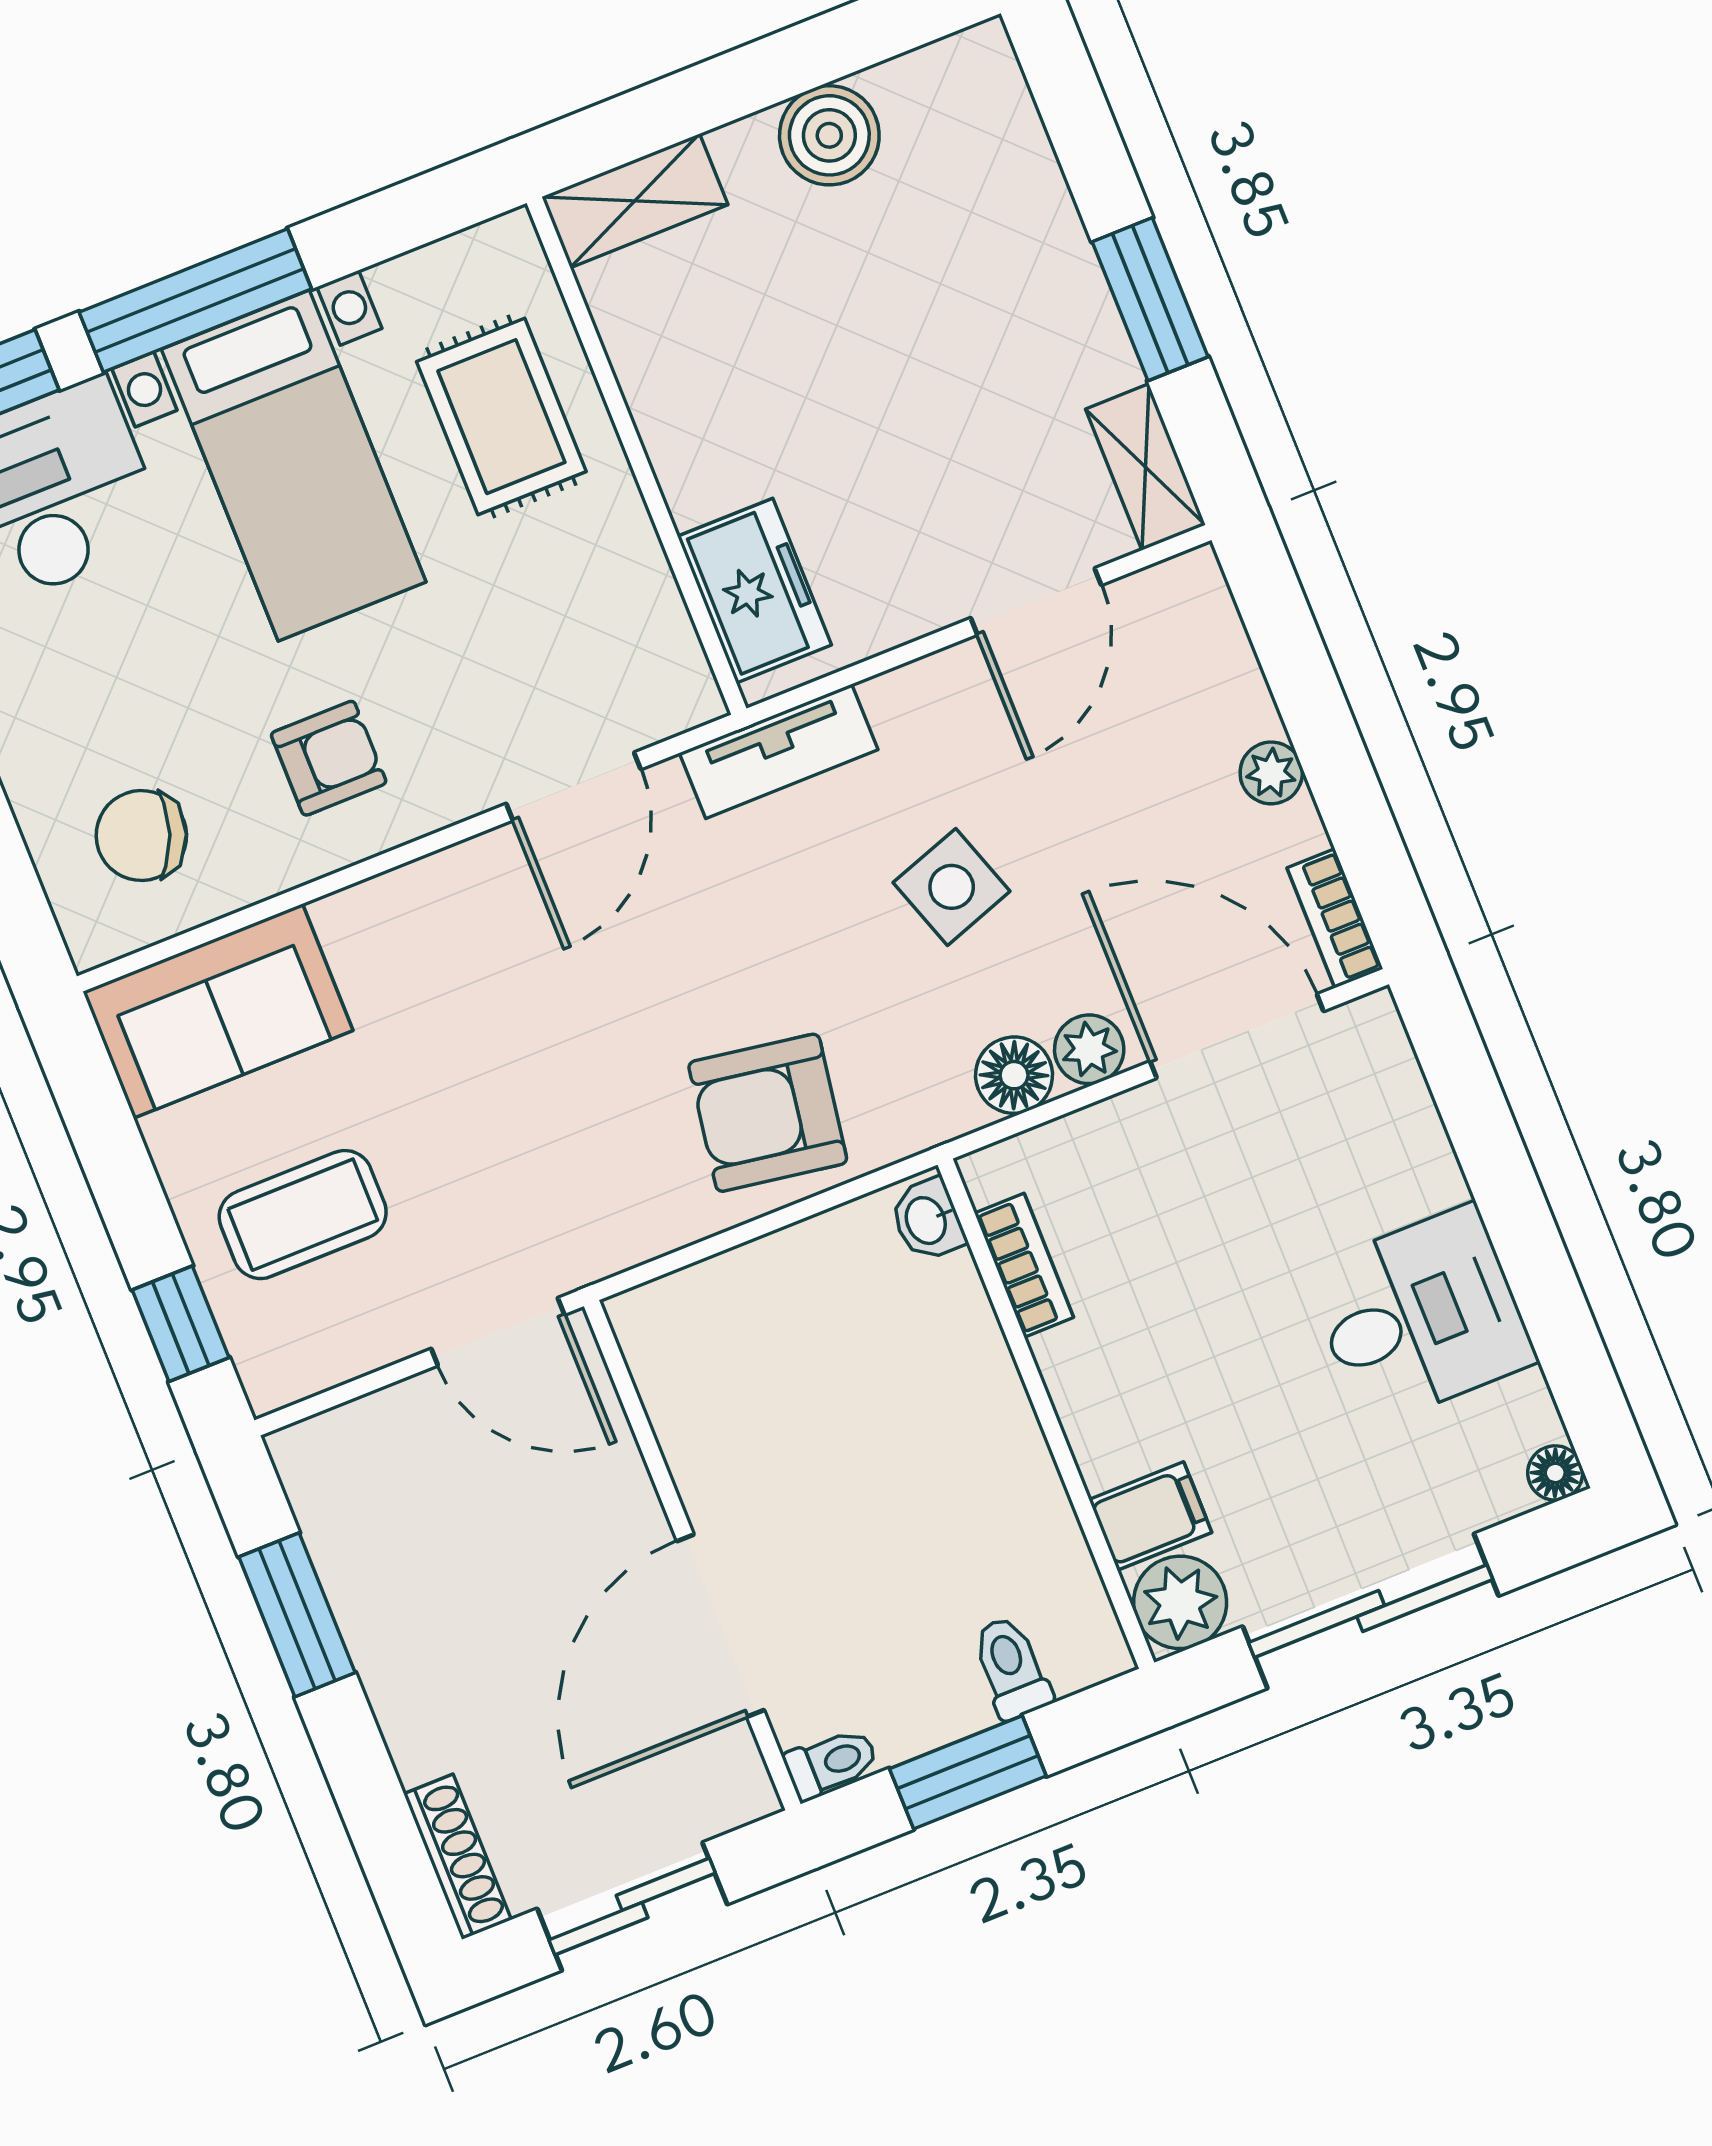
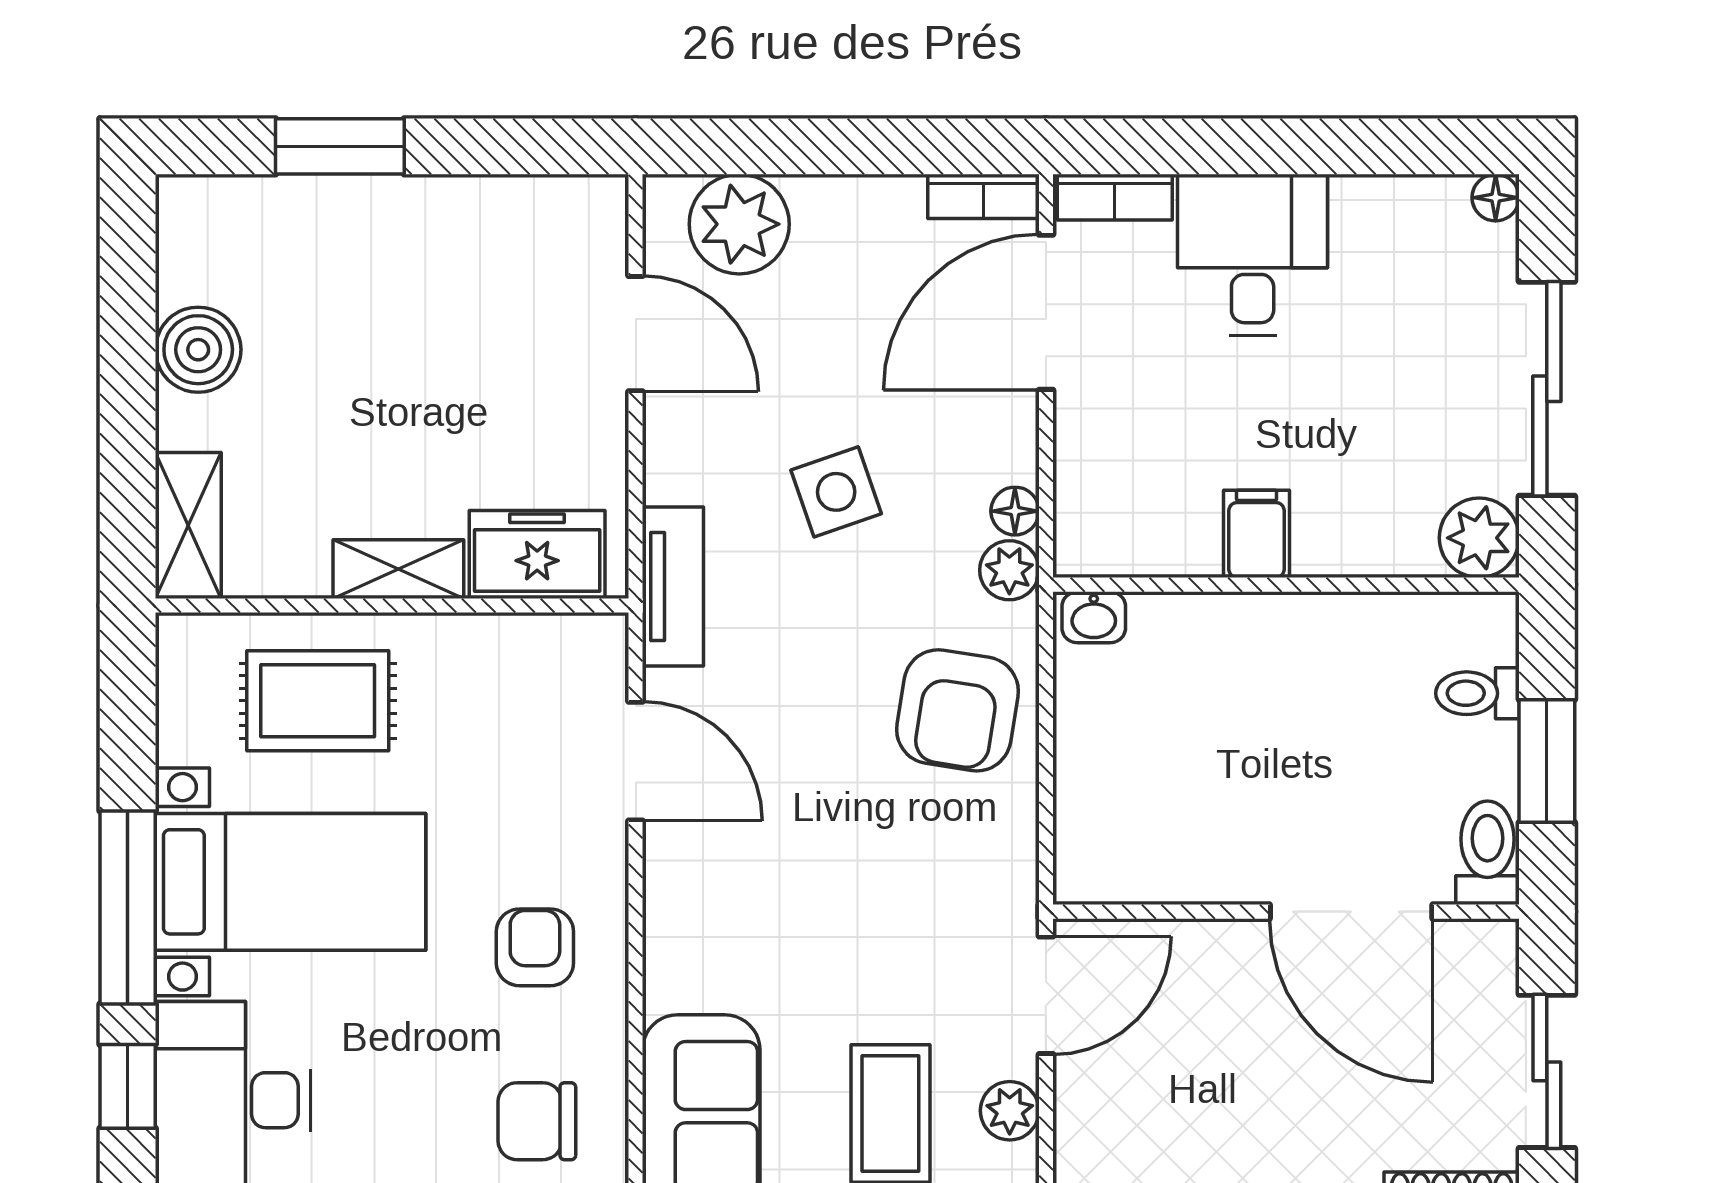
window: (1150, 299) -> (340, 146), moved
shelving: (1145, 467) -> (398, 569), moved
plant: (1271, 773) -> (739, 224), moved, width x1.87, depth x1.87
chair: (141, 836) -> (537, 1121), turned 70
plant: (1089, 1049) -> (1009, 570), moved
floor lamp: (1014, 1075) -> (1015, 511), width x0.73, depth x0.73
bookcase: (1024, 1265) -> (1115, 197), moved, turned 180
desk: (1420, 1316) -> (1253, 255), moved
plant: (357, 1342) -> (1010, 1111), added
filing cabinet: (1150, 1516) -> (1257, 534), moved
toilet: (831, 1763) -> (1487, 853), width x1.37, depth x1.39

